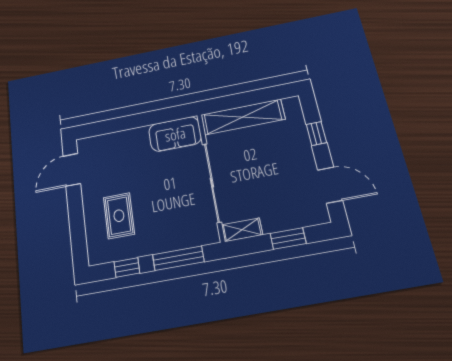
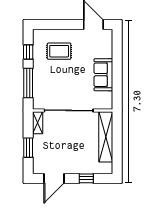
sofa: (175, 134) -> (103, 75), moved

